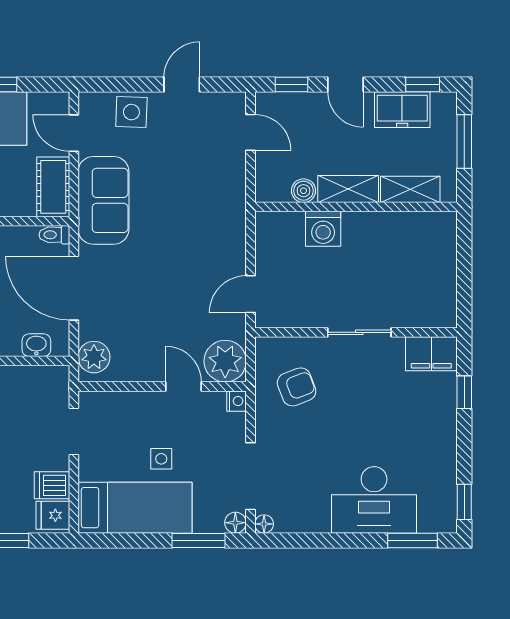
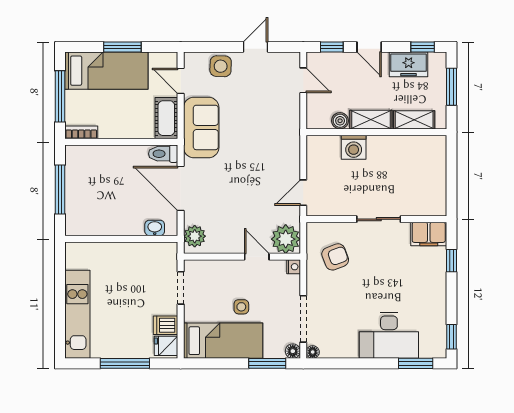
toilet: (54, 235) -> (163, 154), width x1.37, depth x1.39

